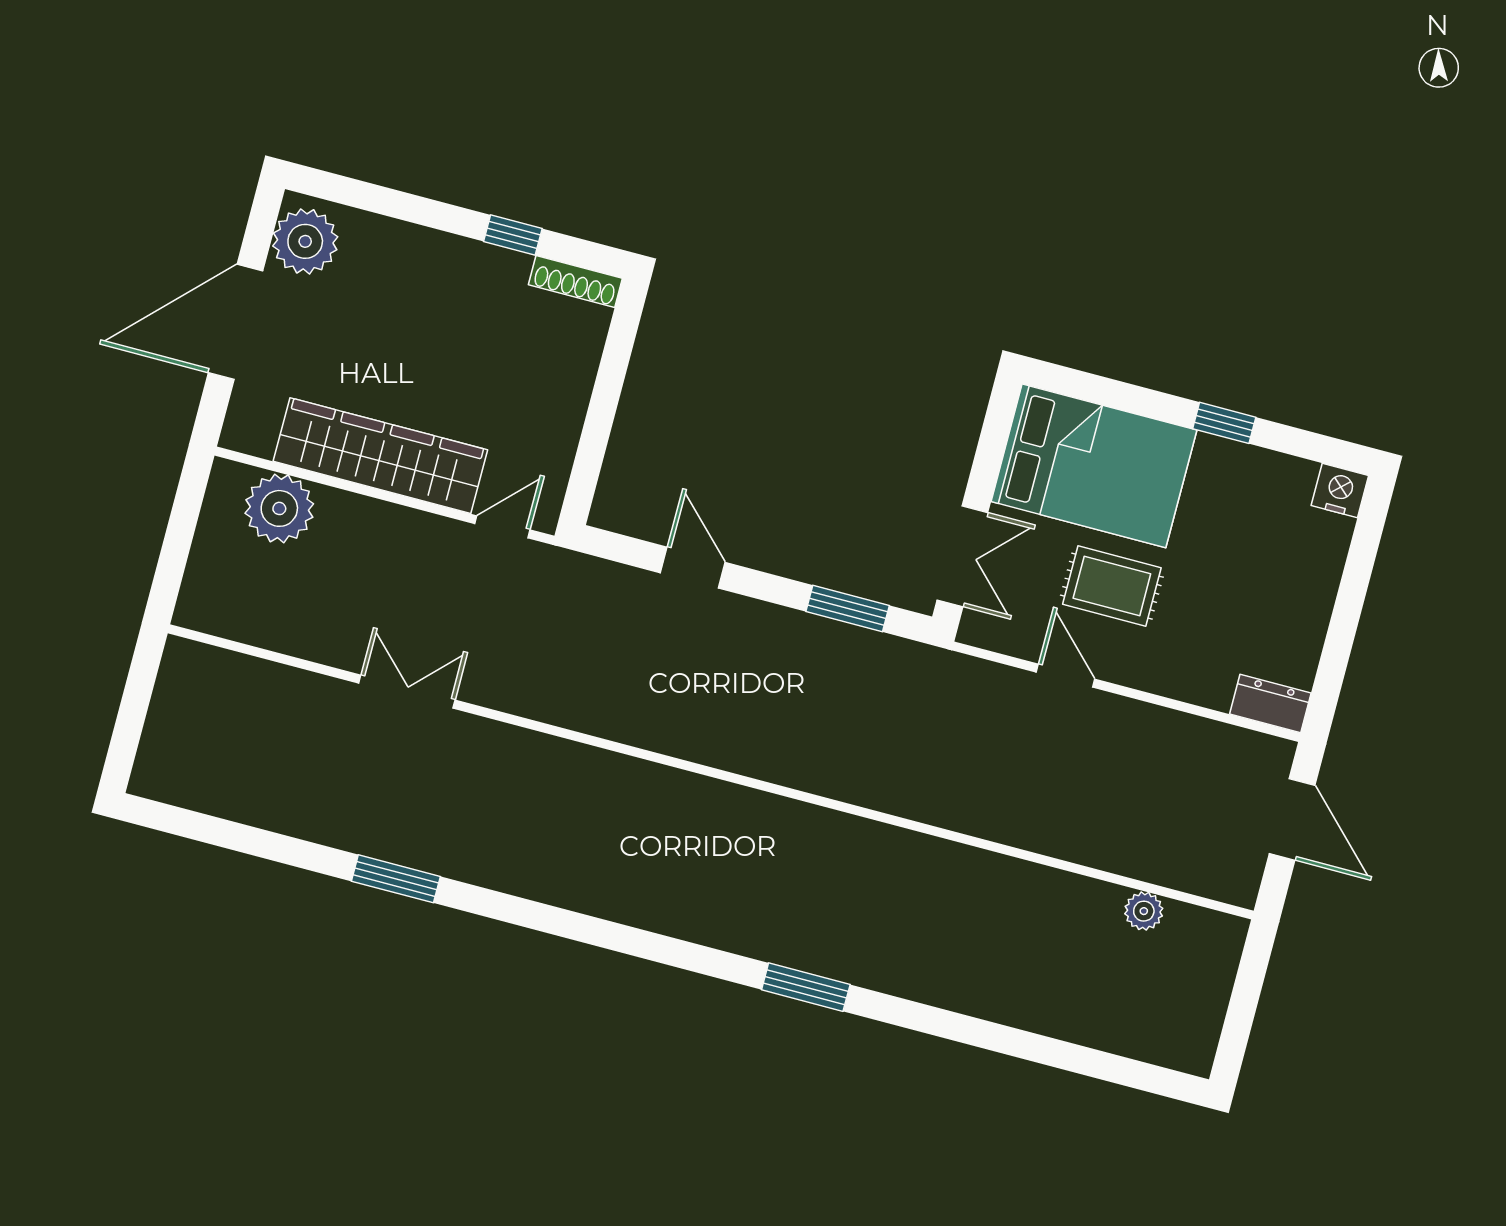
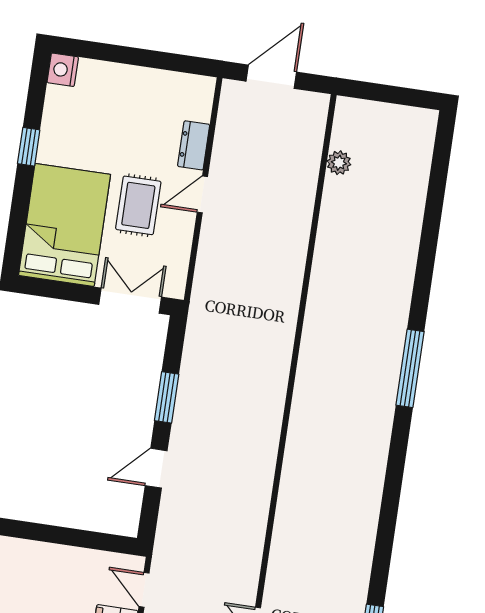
window: (848, 609) -> (167, 397), moved
door: (1066, 676) -> (202, 194), moved
dresser: (1270, 704) -> (194, 145), moved
window: (806, 987) -> (410, 368), width x1.44

